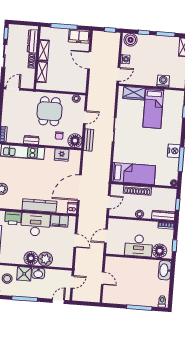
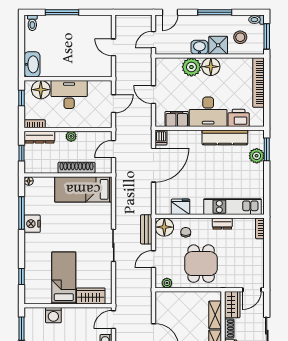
wardrobe: (29, 79) -> (232, 305), added
kitchen counter: (39, 206) -> (225, 137), moved

